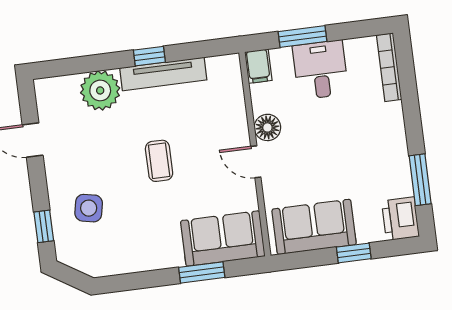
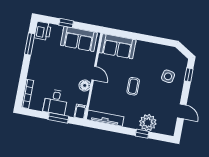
window: (149, 56) -> (142, 134), moved
tv unit: (163, 74) -> (105, 118), moved
window: (202, 272) -> (131, 35), removed

